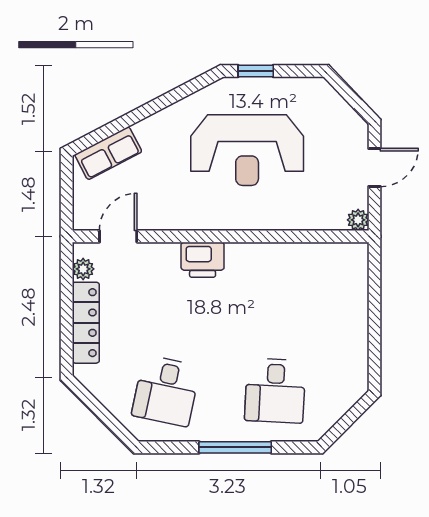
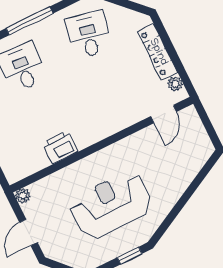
row of seats: (108, 153) -> (194, 162), removed
printer: (203, 260) -> (60, 147), moved

